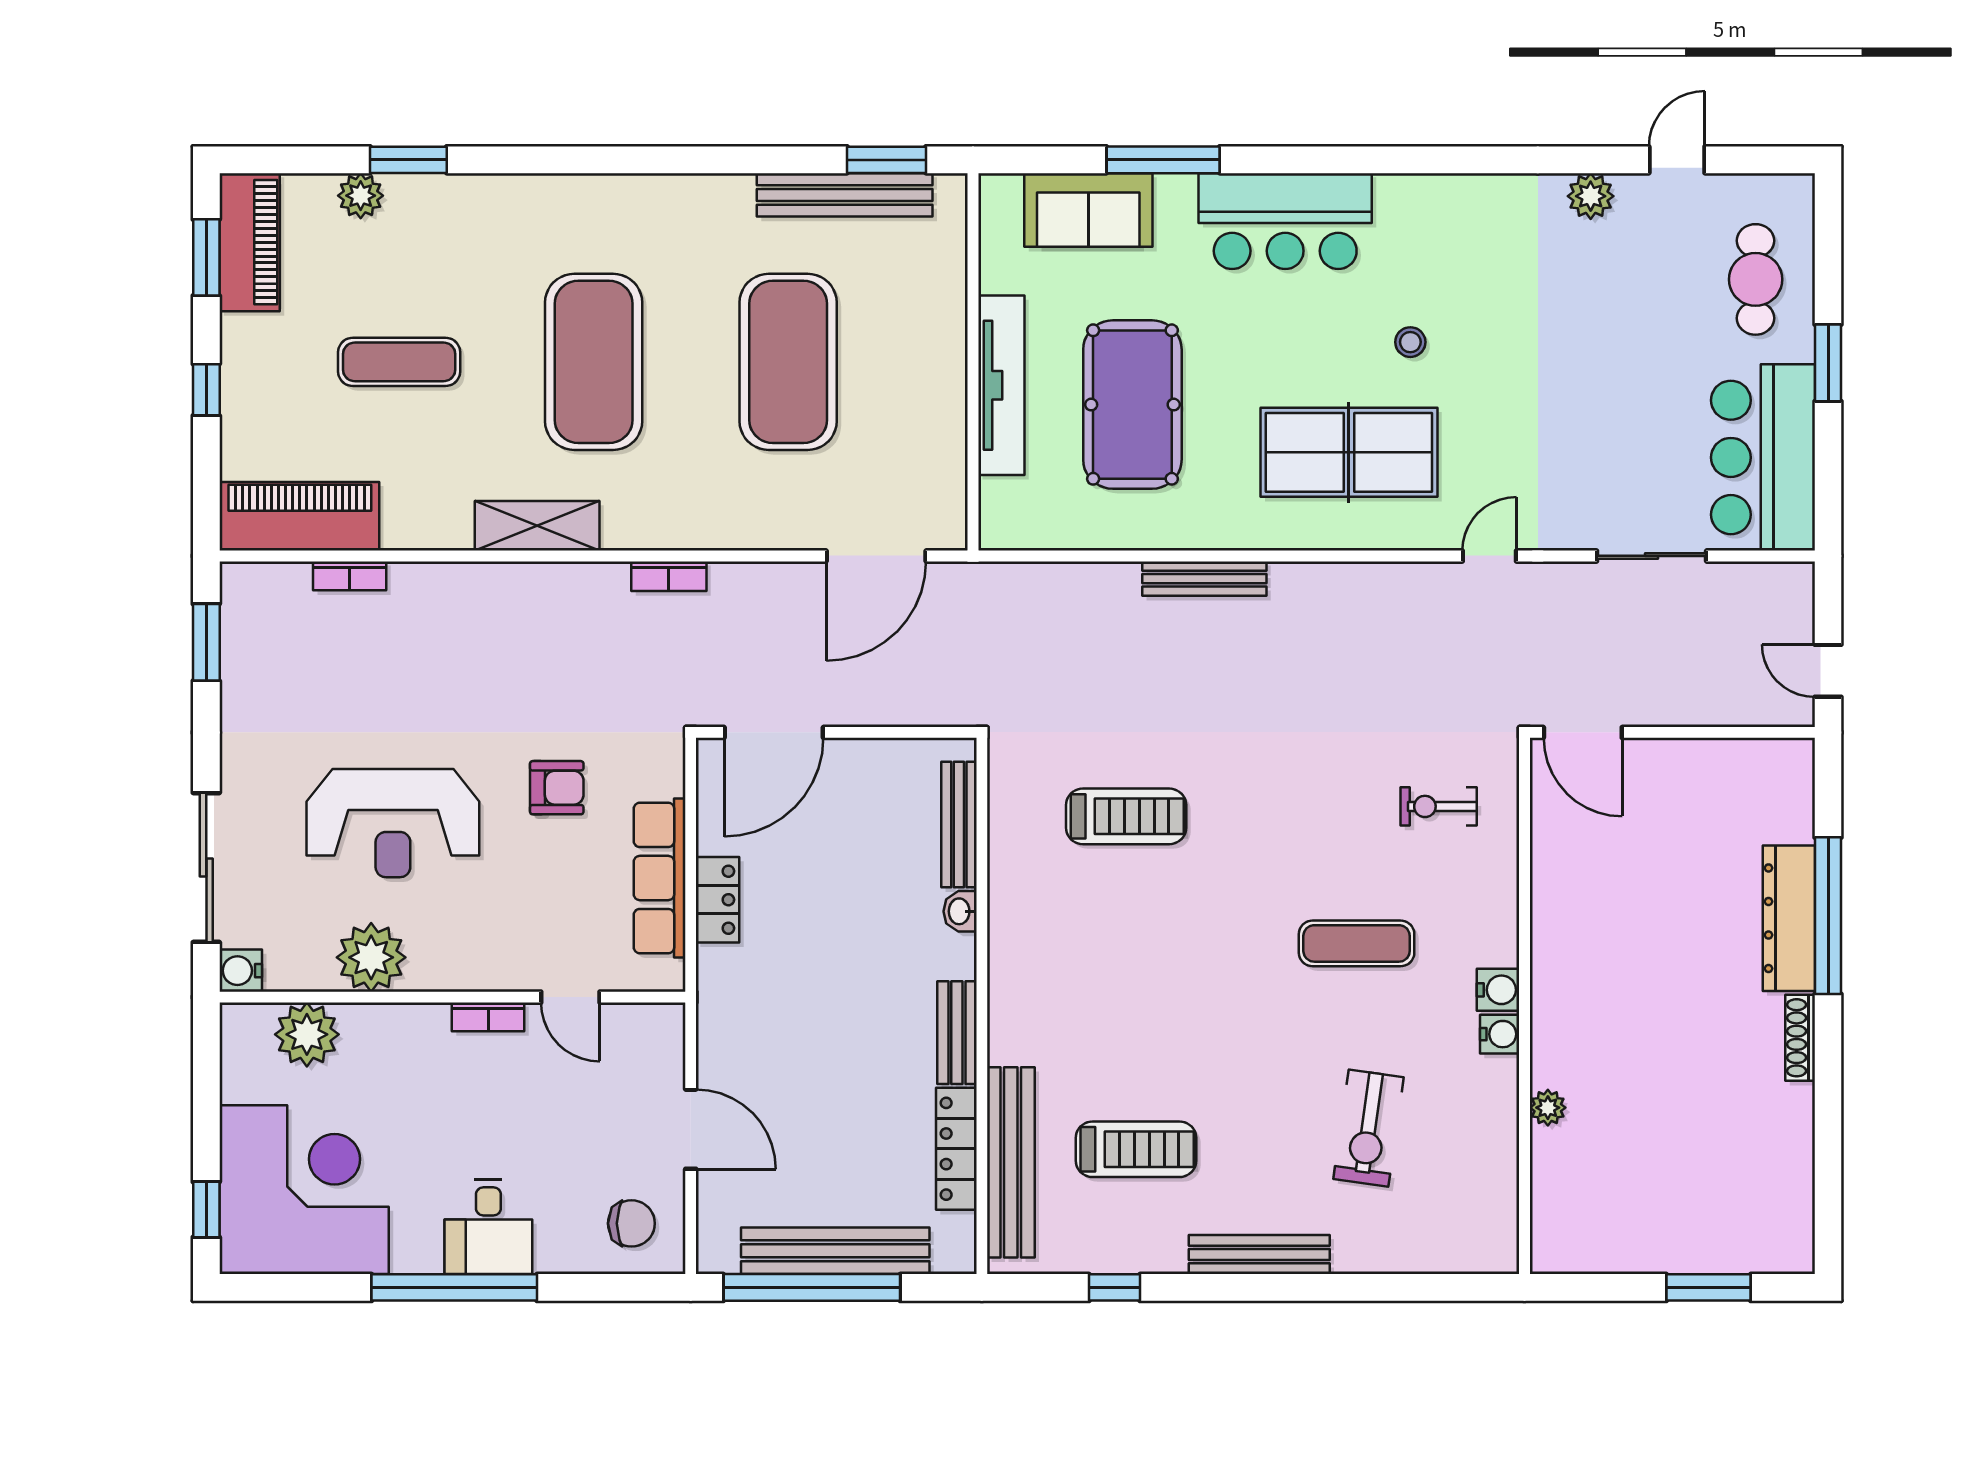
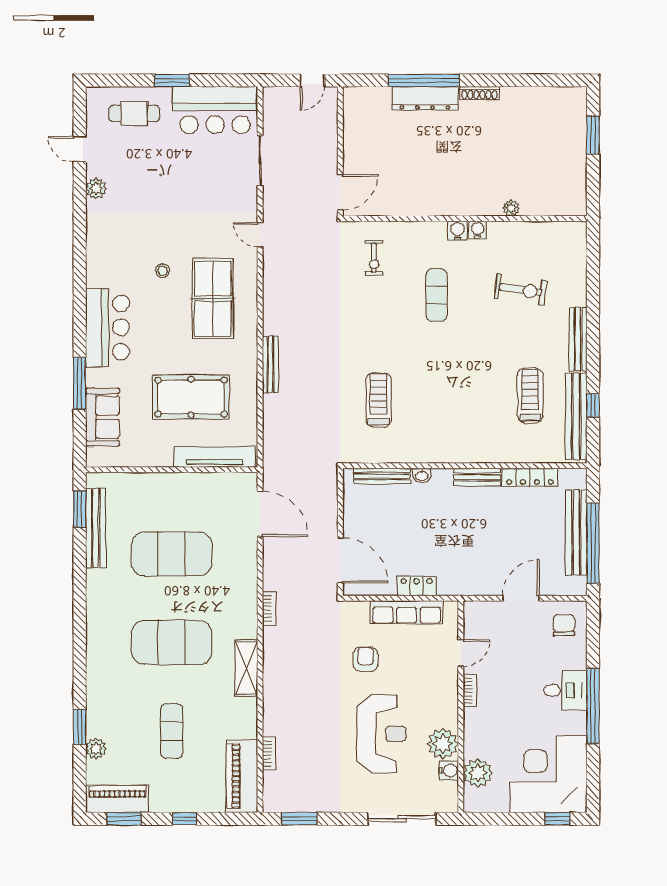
tv unit: (1001, 385) -> (215, 457), moved
water cooler: (241, 971) -> (449, 771), moved, turned -90
bench: (1011, 1162) -> (576, 416), moved, turned 90

